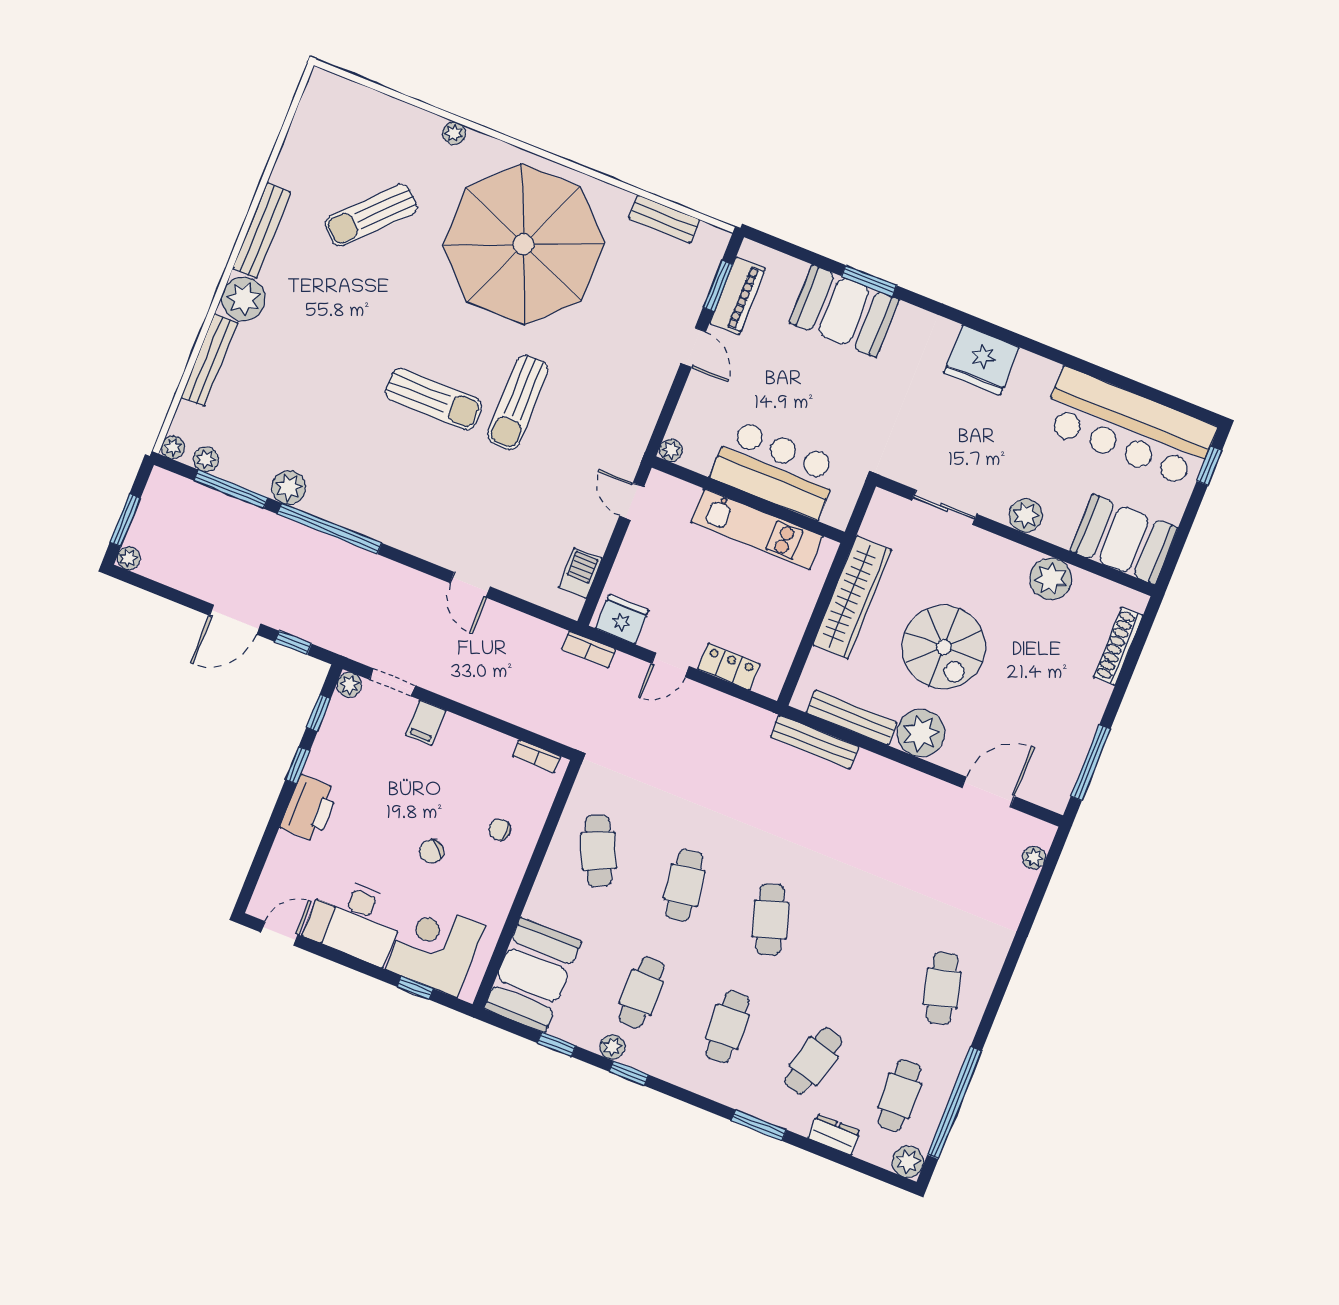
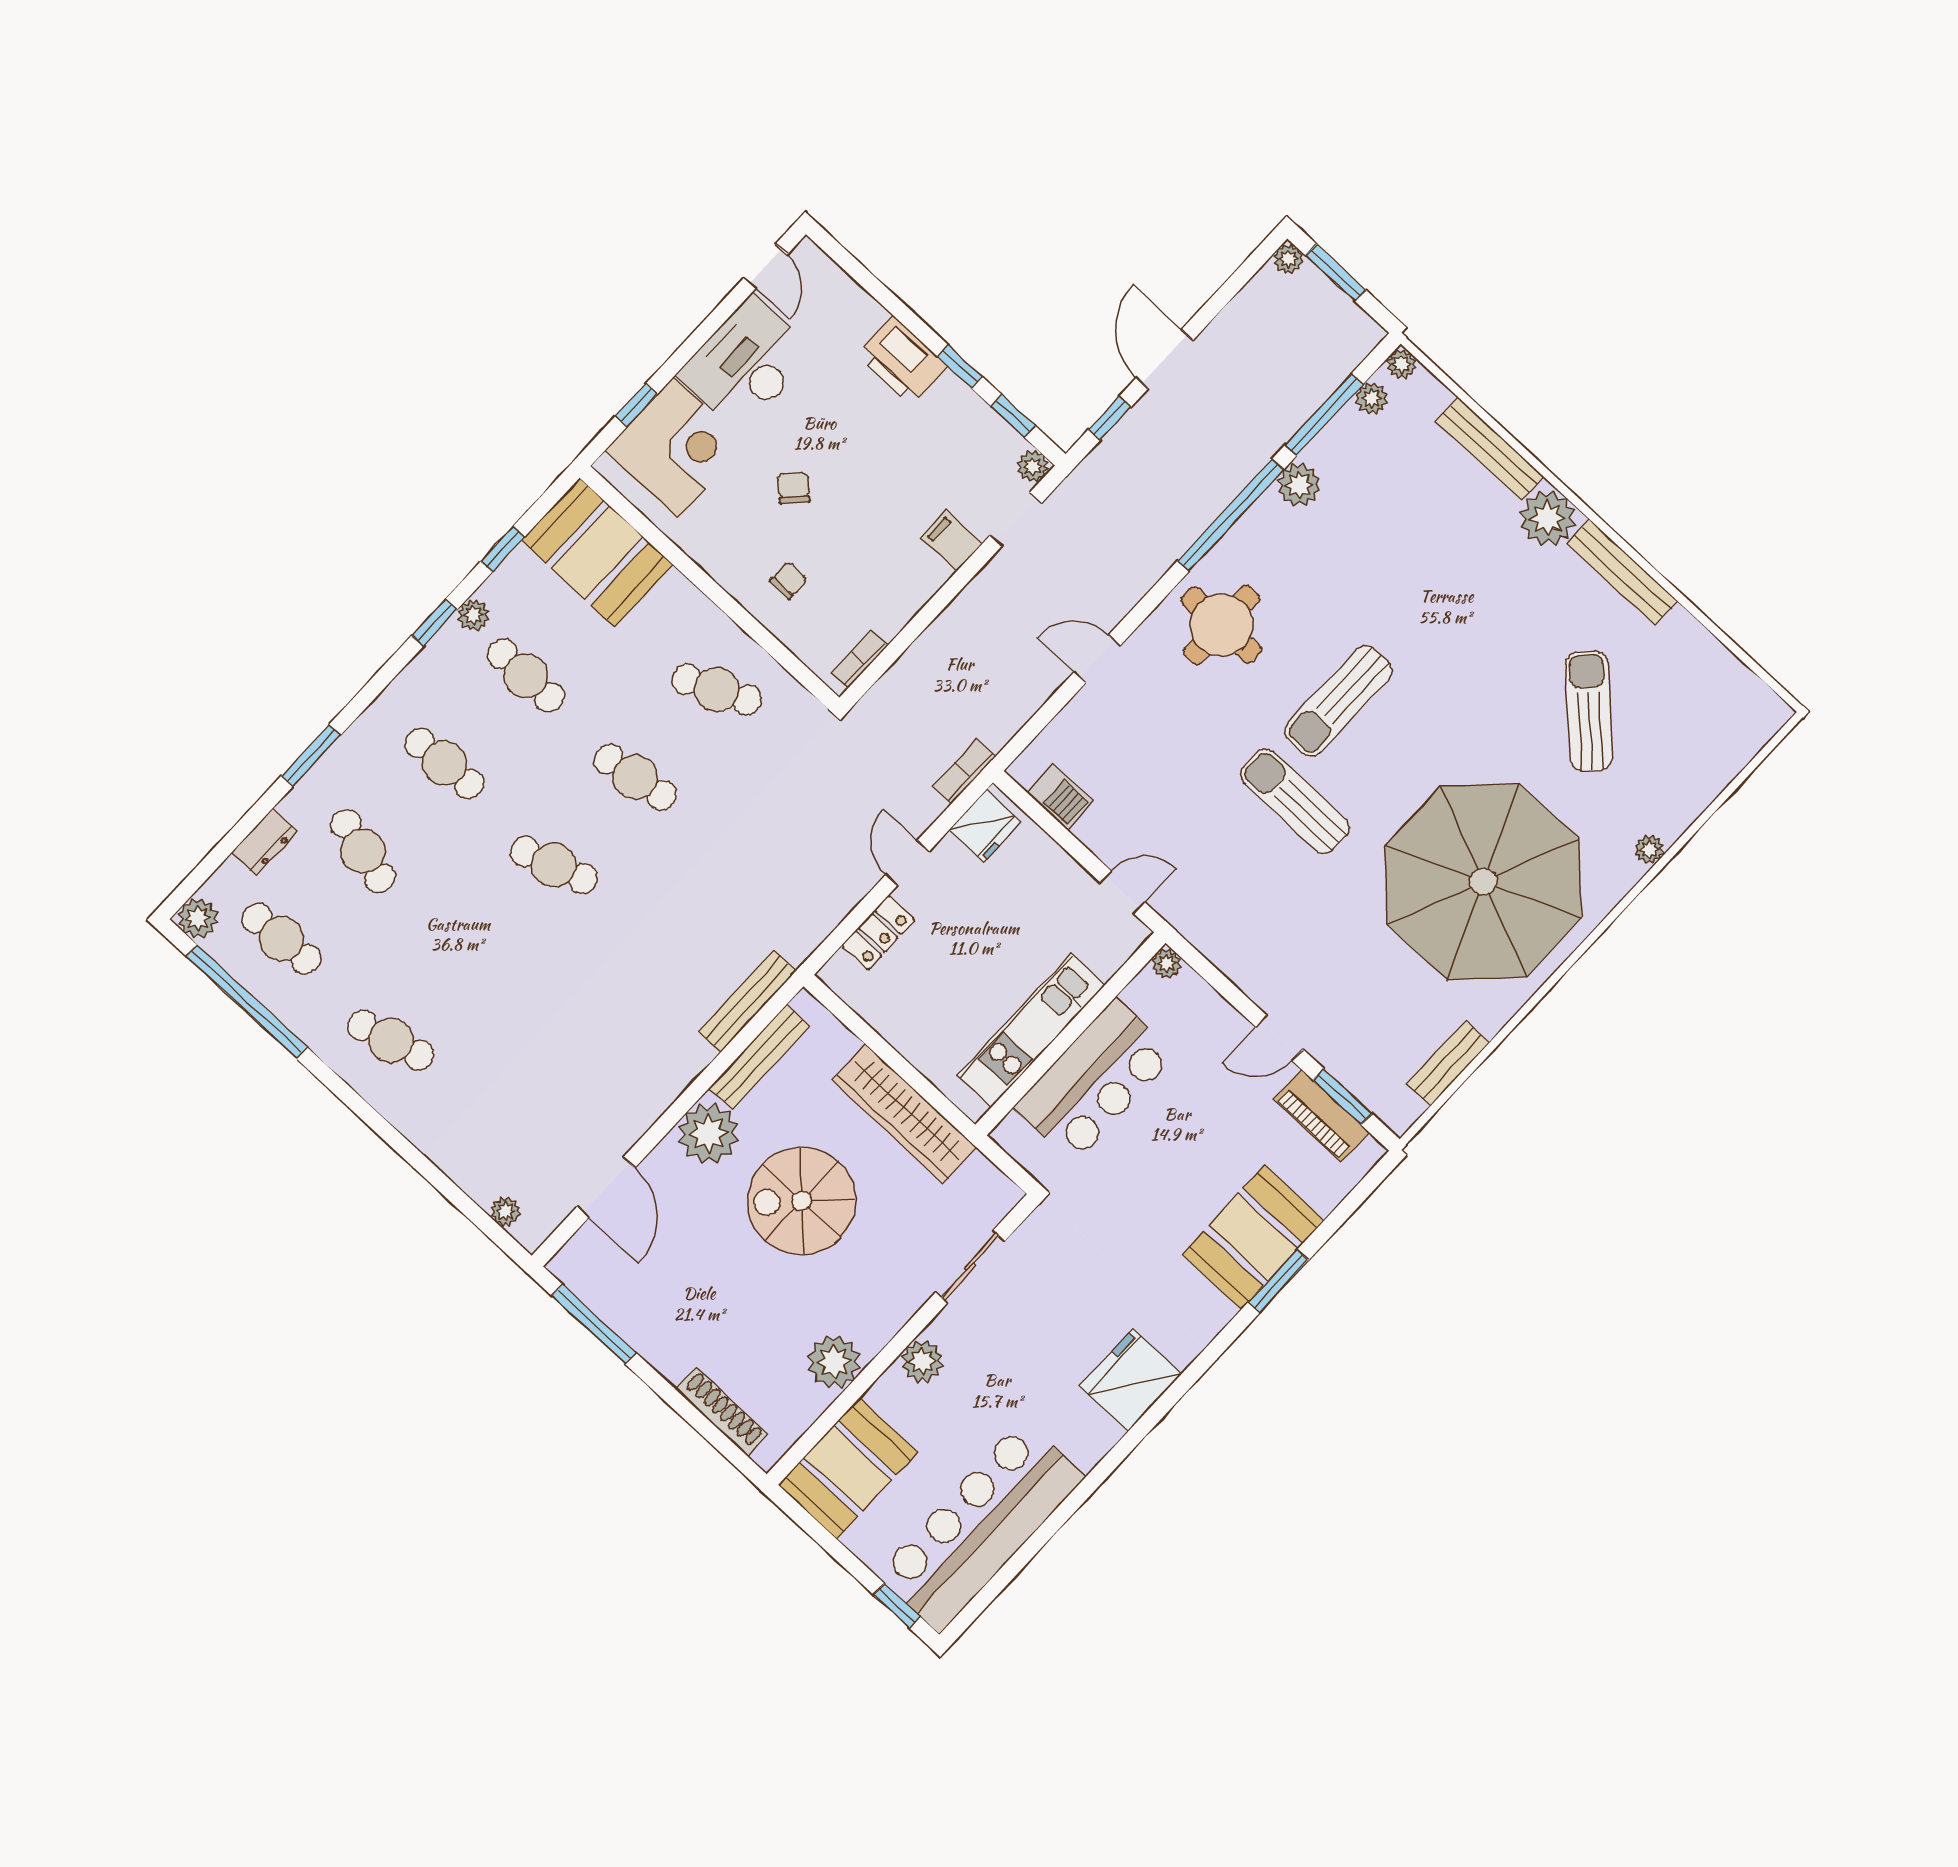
round table: (411, 505) -> (1221, 625), added

